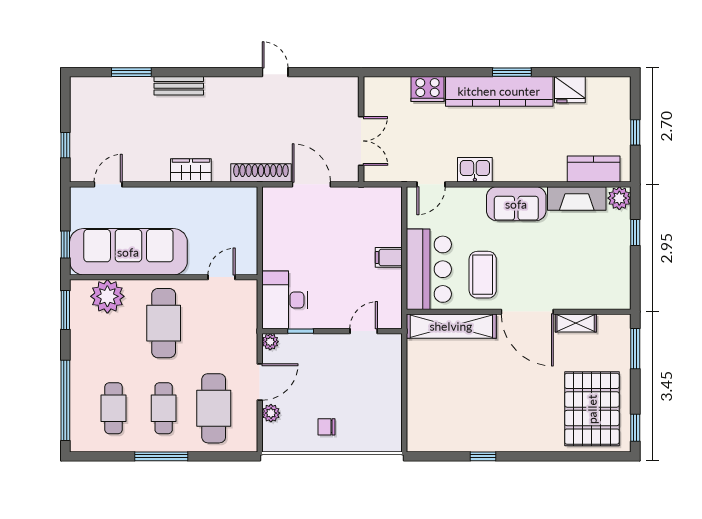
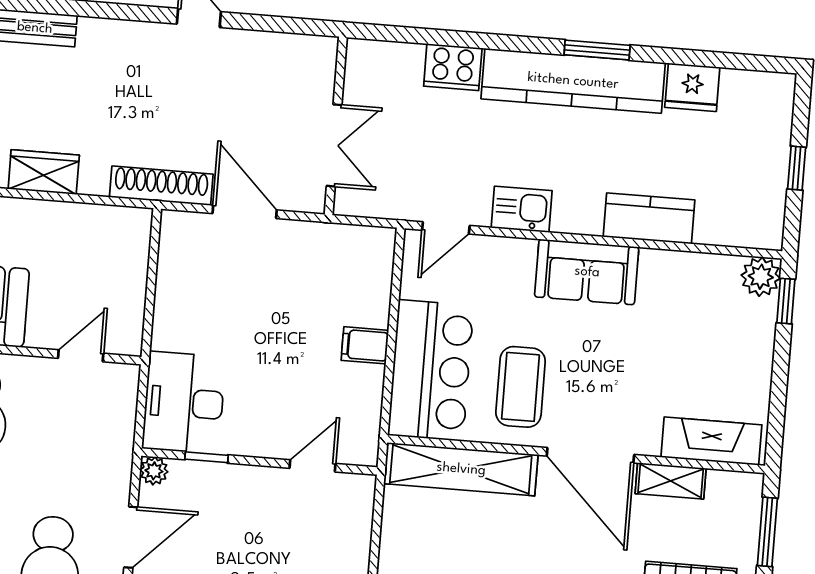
kitchen counter: (594, 169) -> (649, 218), moved
fireplace: (577, 198) -> (711, 441), moved, turned 180
window: (635, 232) -> (786, 301), moved

